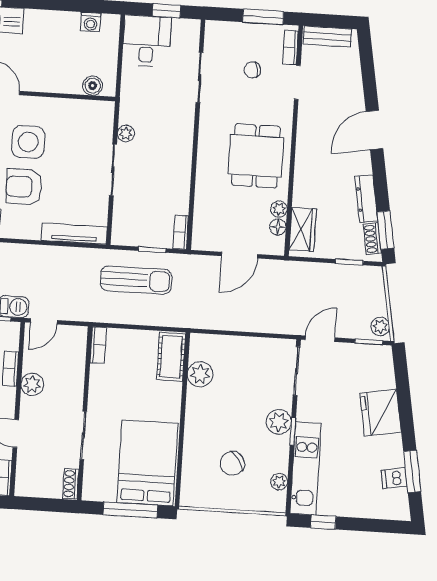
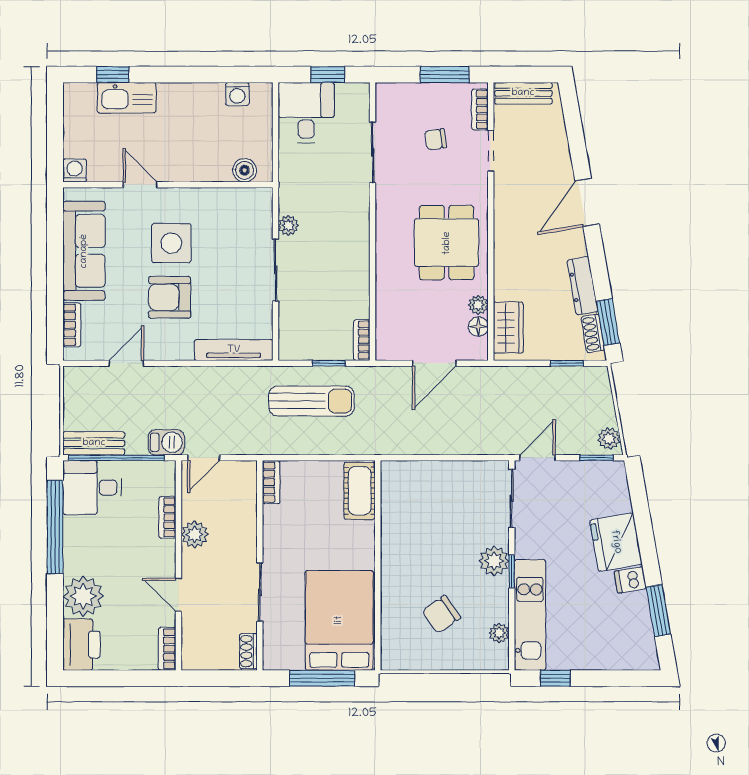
plant: (200, 374) -> (396, 510), removed
dishwasher: (394, 478) -> (630, 580), moved

